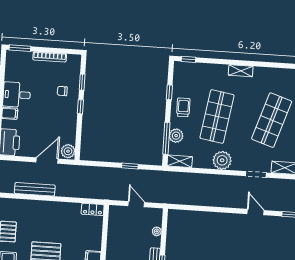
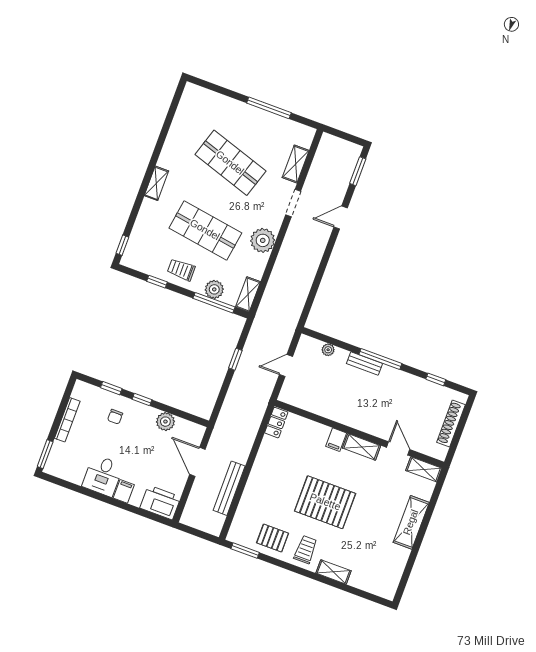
plant: (68, 151) -> (165, 422), moved

